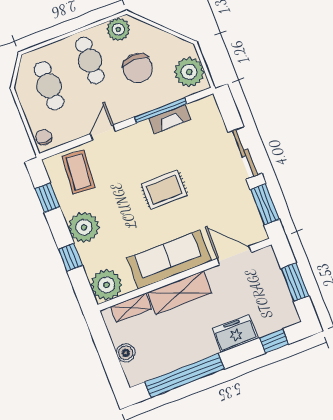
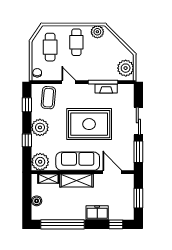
chair: (138, 68) -> (100, 56), removed
door: (103, 133) -> (69, 82), hinge flipped
rug: (164, 190) -> (89, 124), width x1.86, depth x2.06

